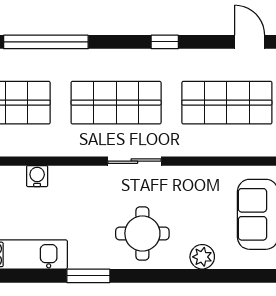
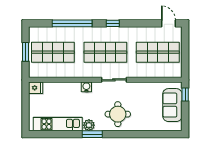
window: (165, 42) -> (113, 23), moved
water cooler: (37, 176) -> (86, 87), moved
plant: (202, 257) -> (89, 125), moved

